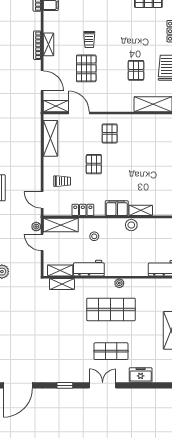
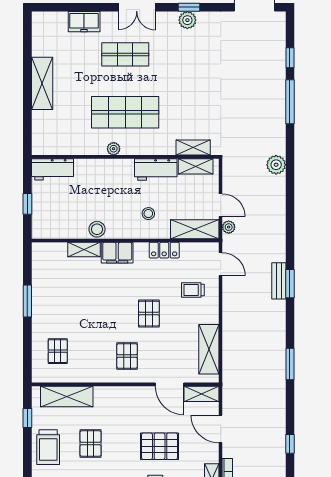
pallet: (86, 68) -> (160, 446), turned 90
pallet: (160, 137) -> (58, 351), added
plant: (66, 376) -> (187, 20), added

